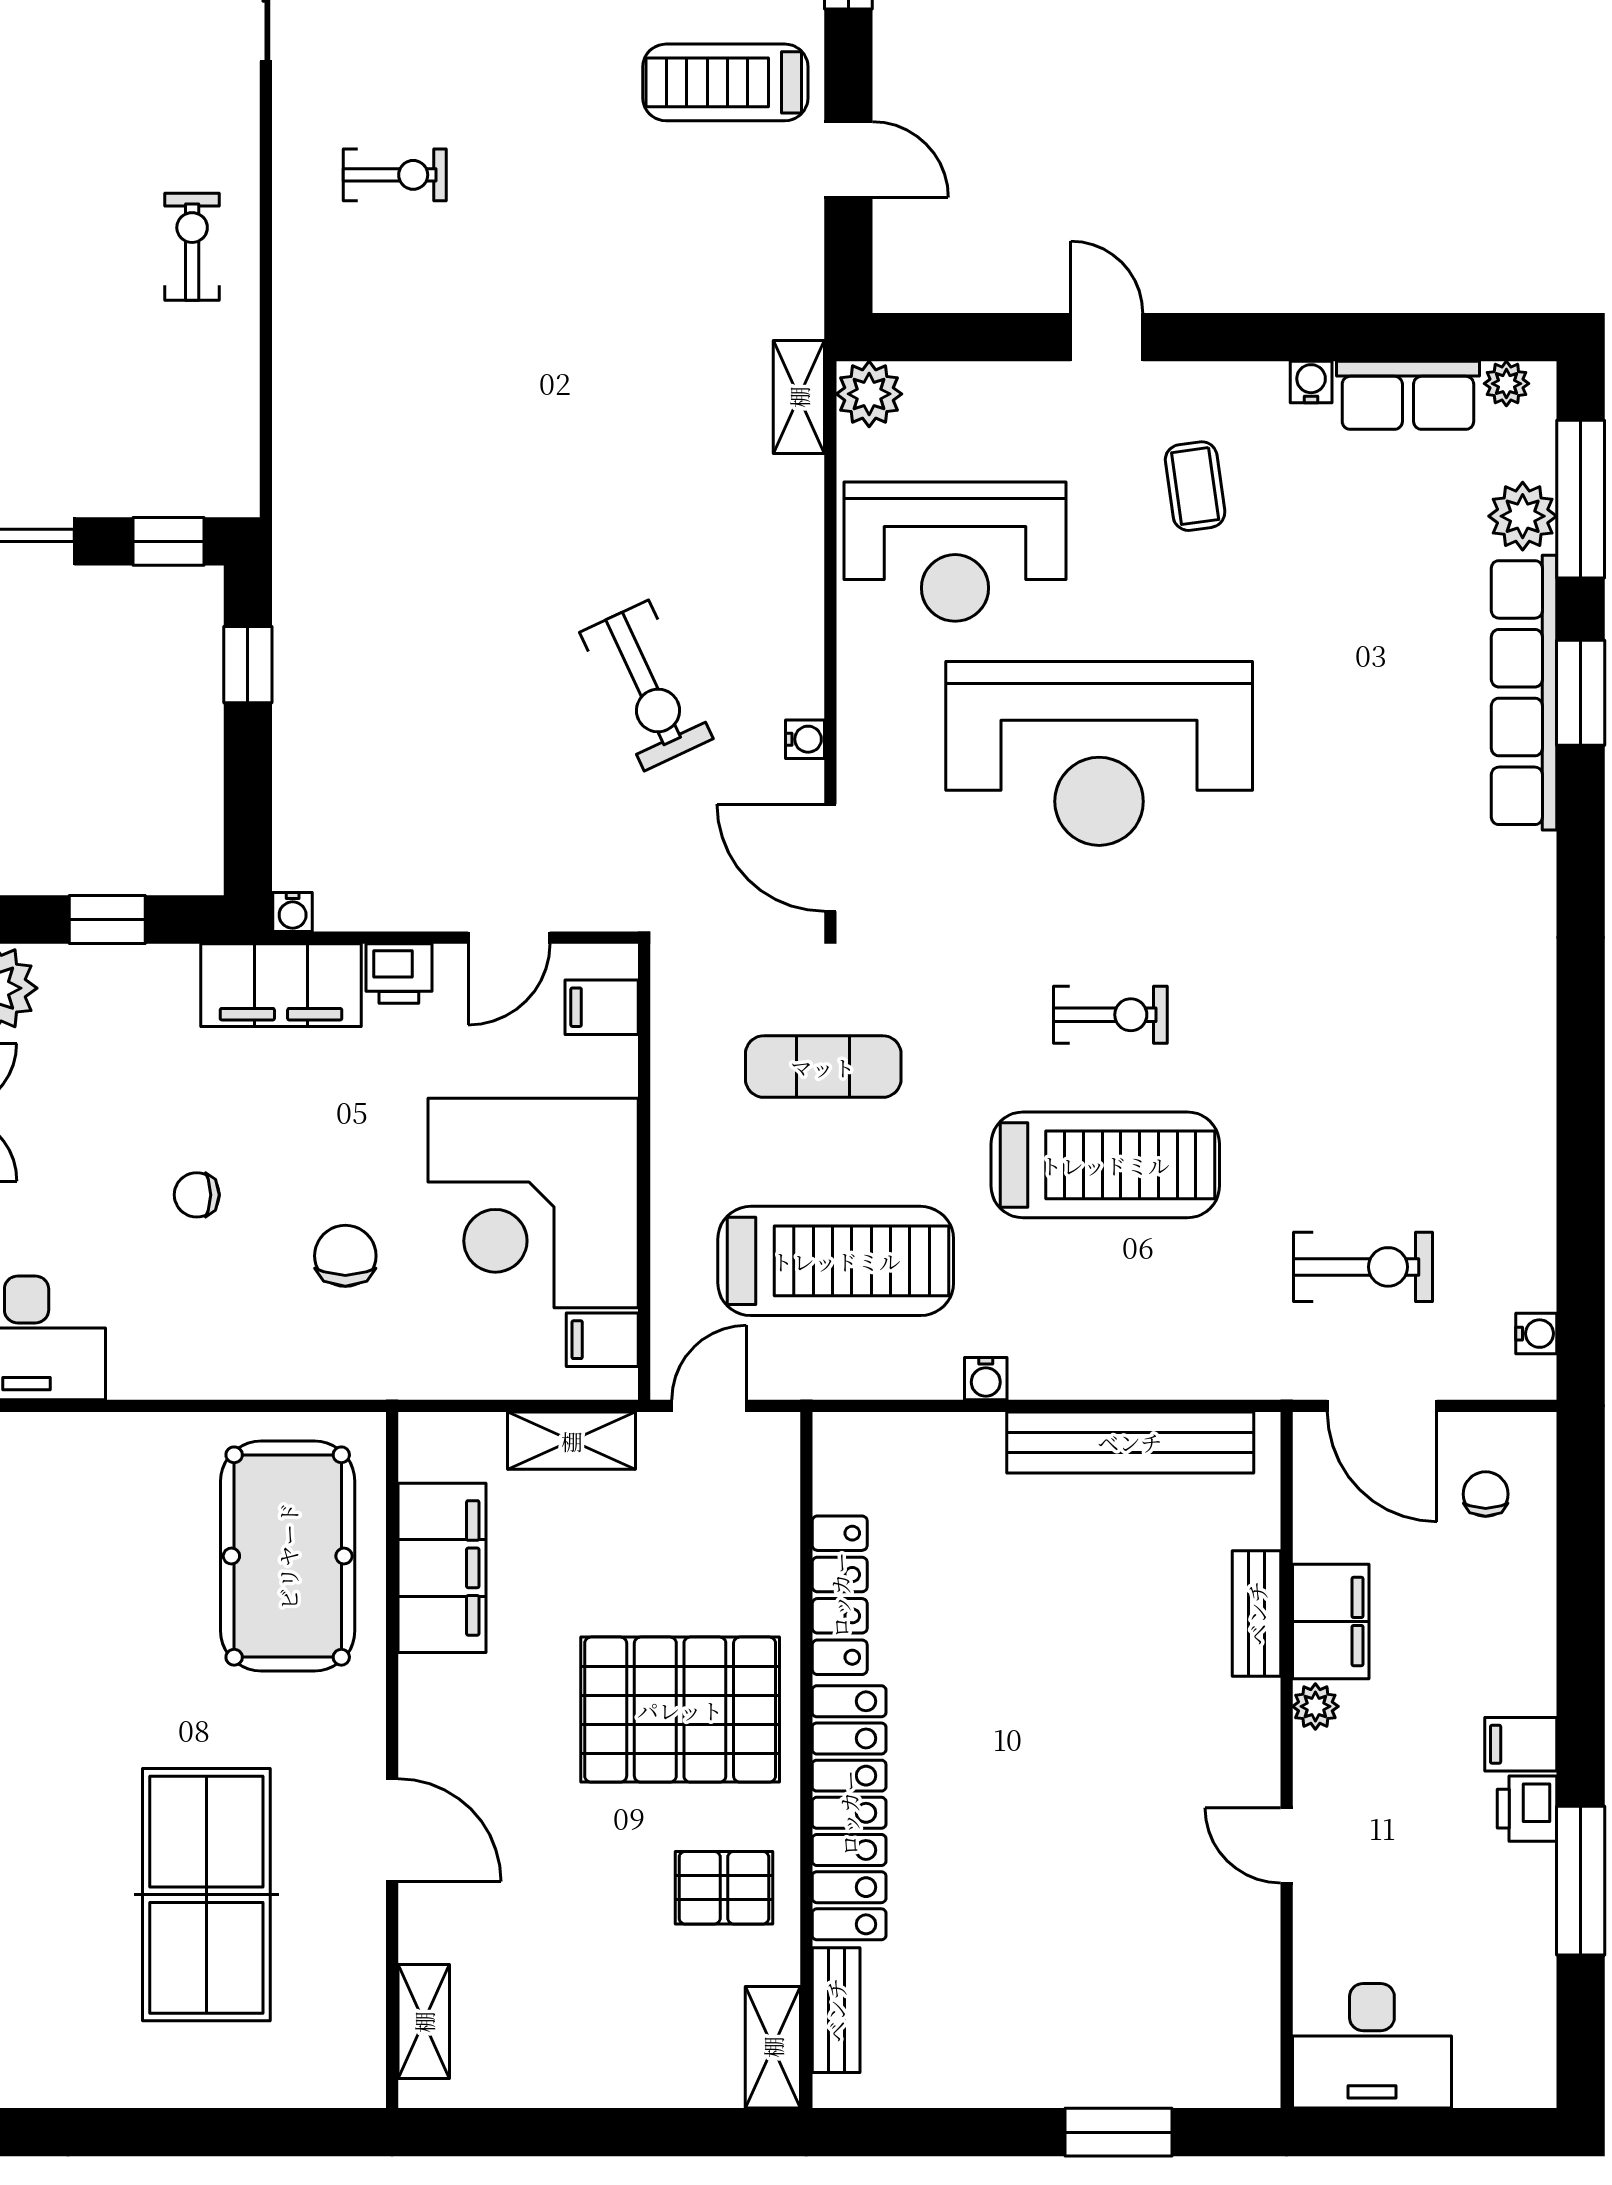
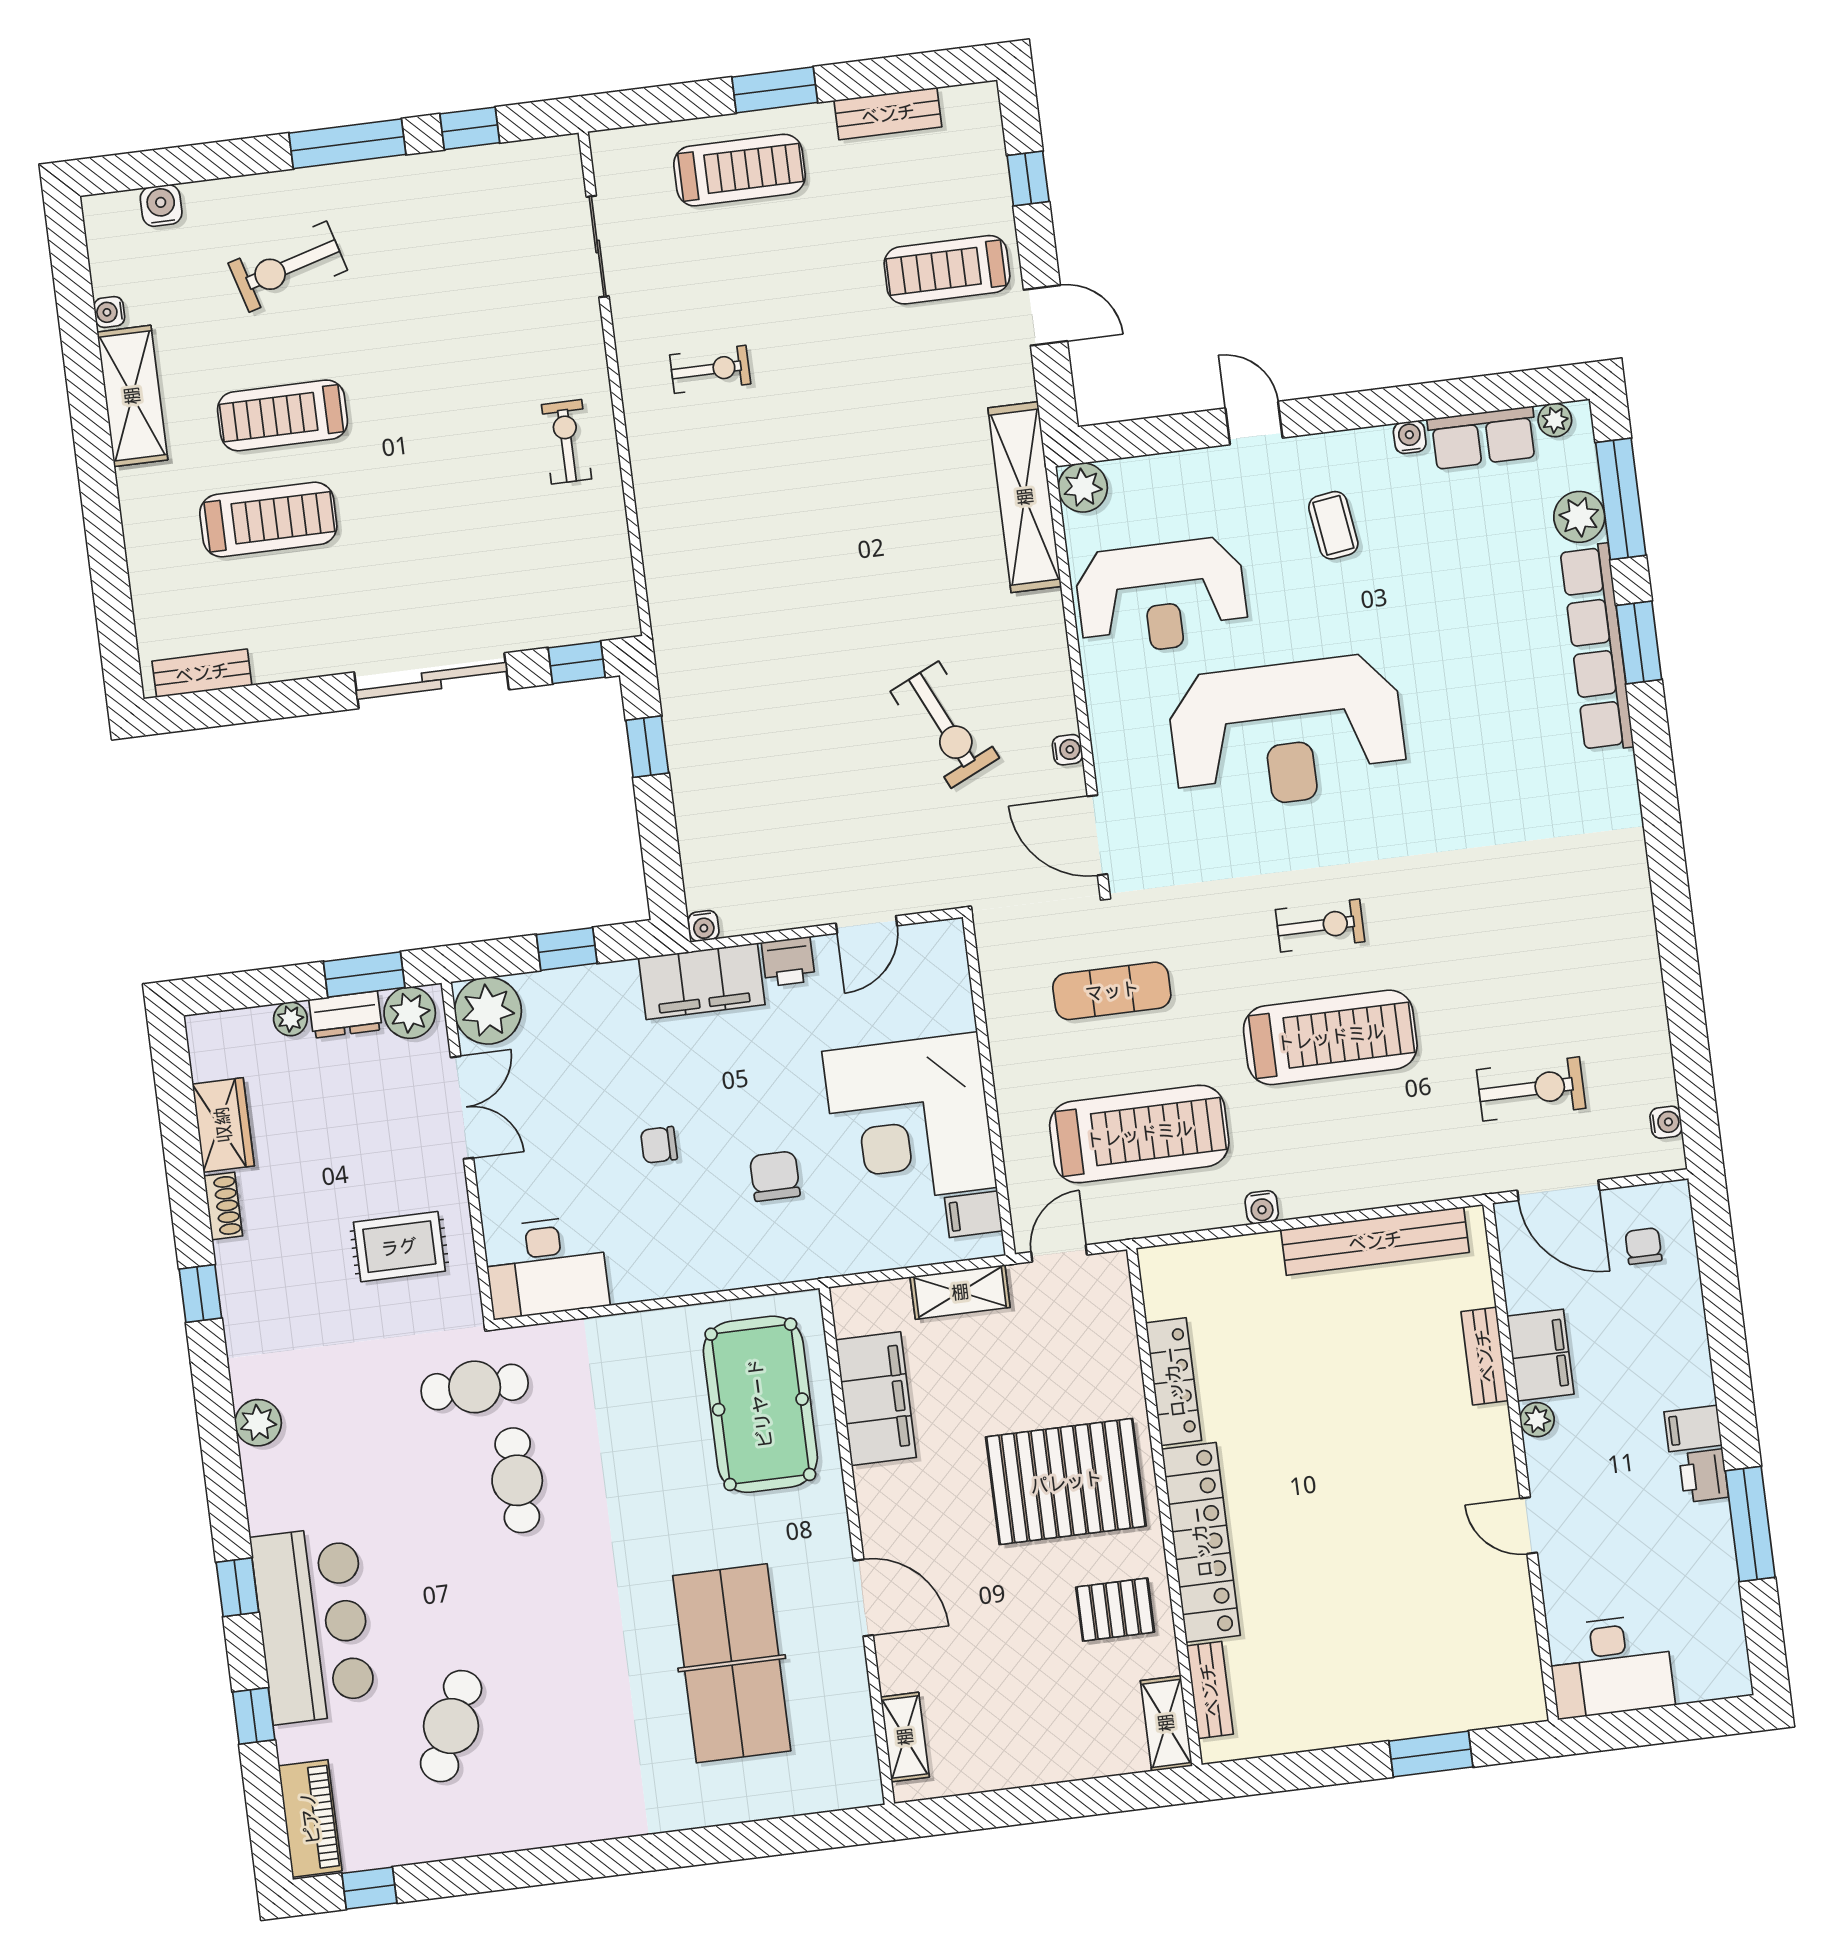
shelving: (799, 397) -> (1025, 497), width x2.20, depth x1.33
filing cabinet: (602, 1007) -> (942, 968), removed

